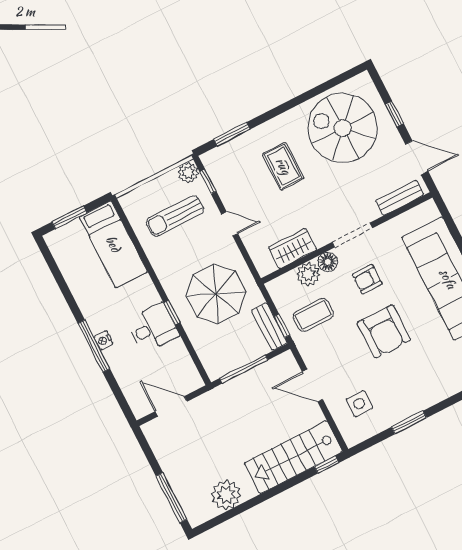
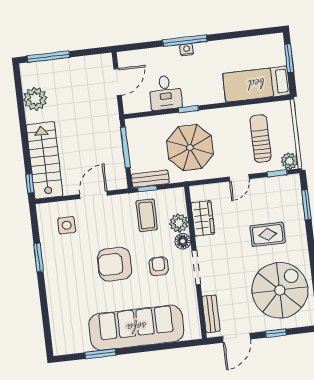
desk: (153, 328) -> (165, 93), moved

